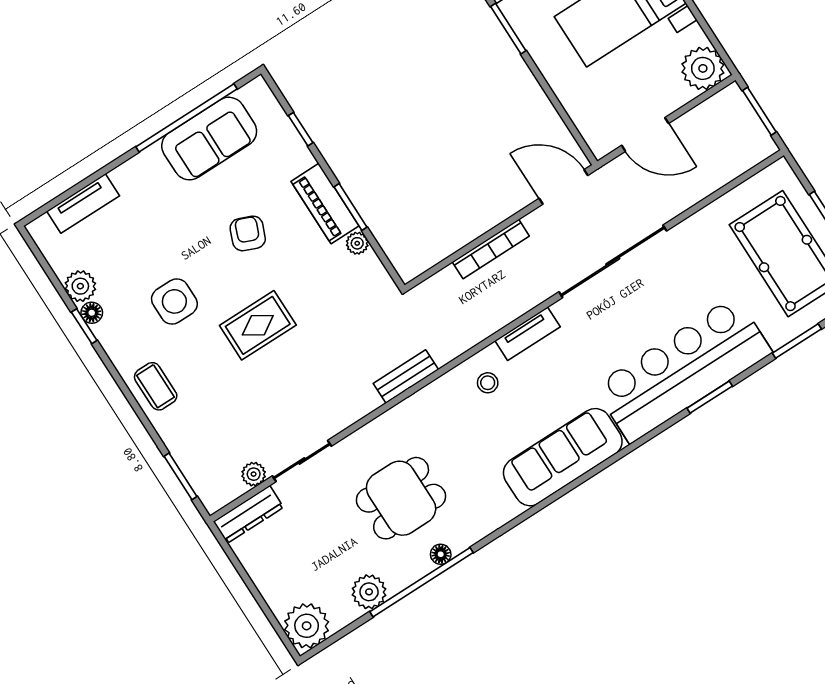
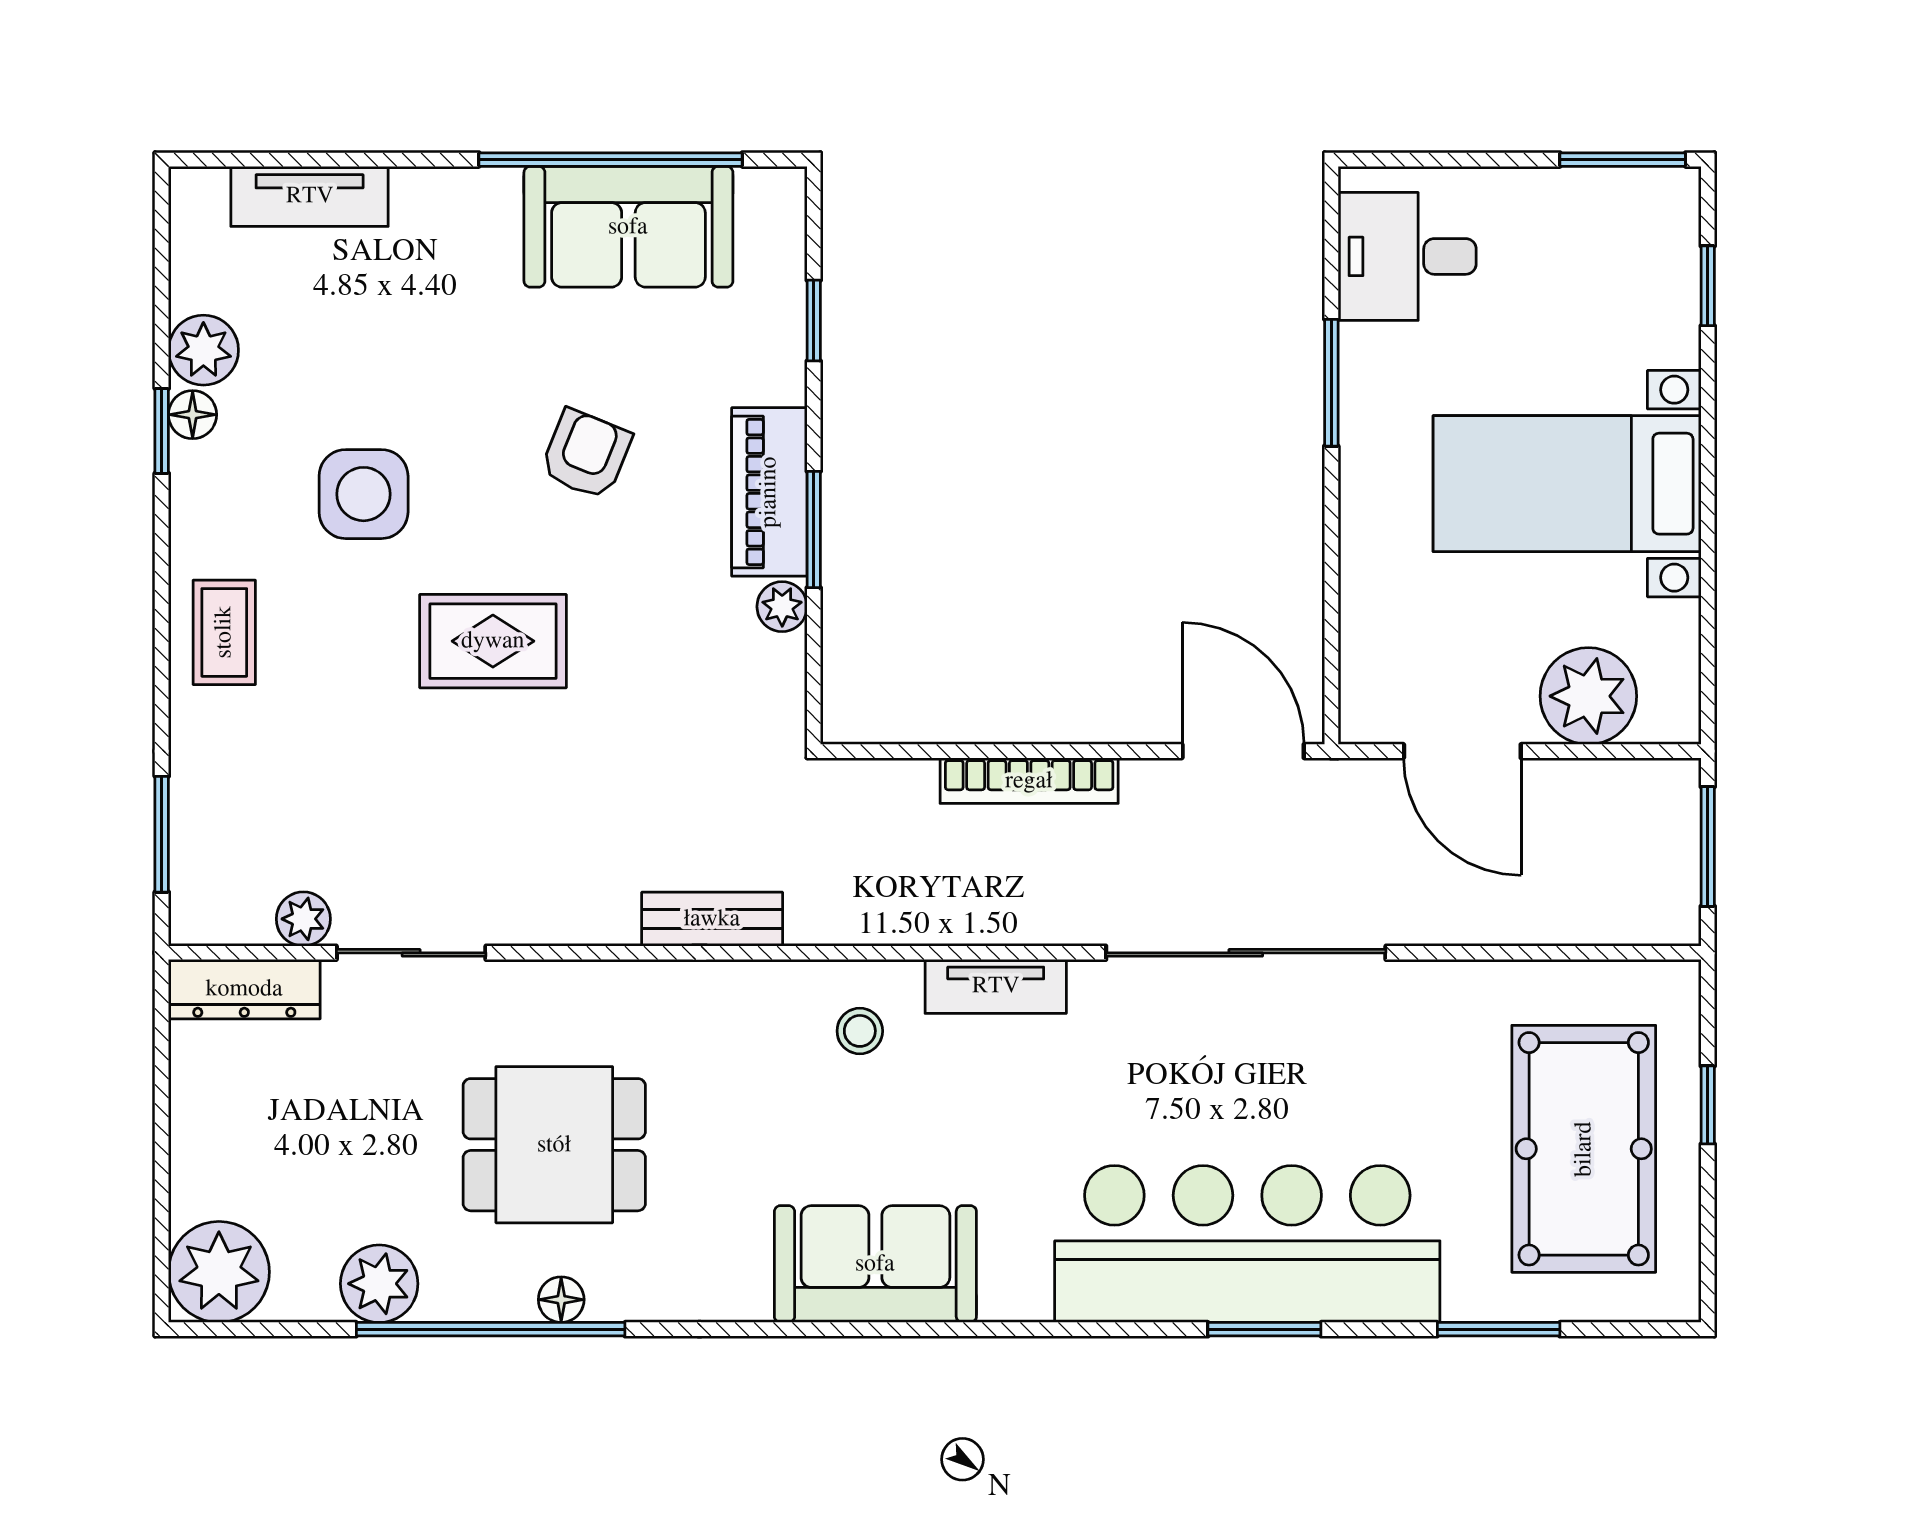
plant: (703, 68) -> (1588, 696), moved
sofa: (563, 457) -> (875, 1264), width x0.73

